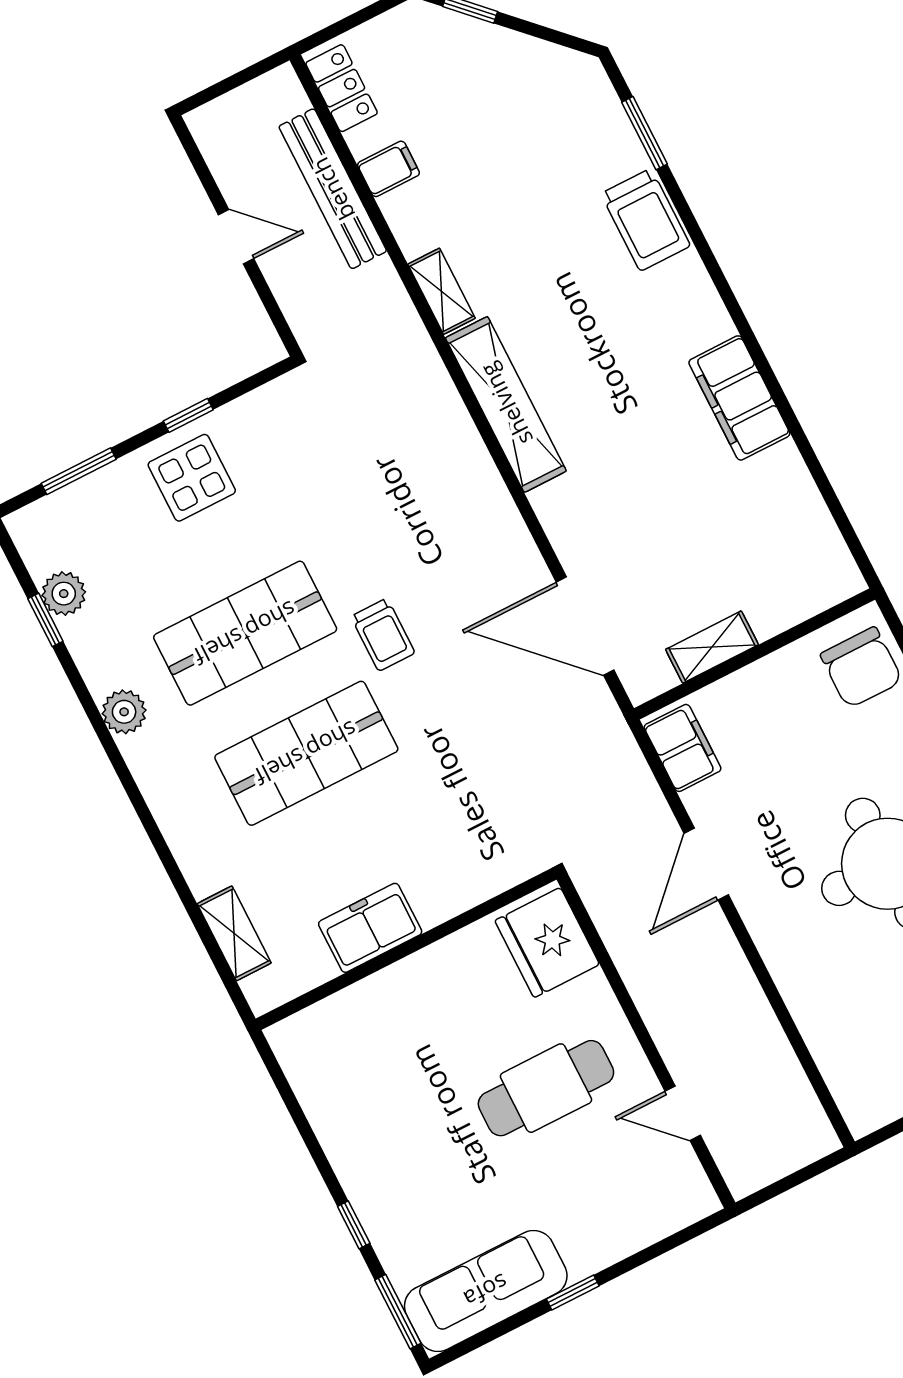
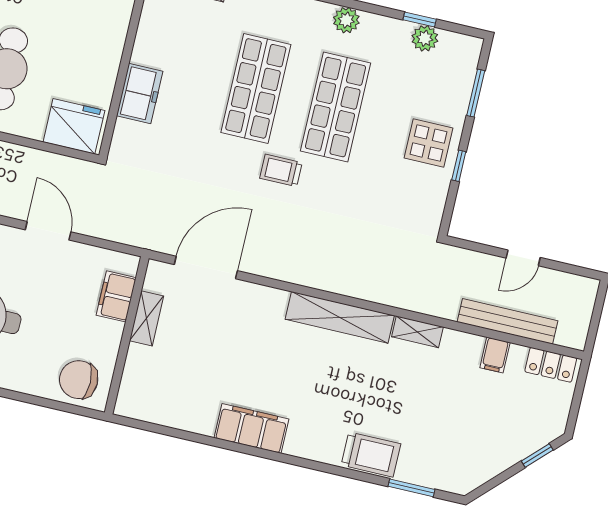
trolley: (646, 220) -> (371, 454), turned 180
filing cabinet: (682, 748) -> (116, 296), moved, turned 90
freezer: (370, 928) -> (140, 94), moved

